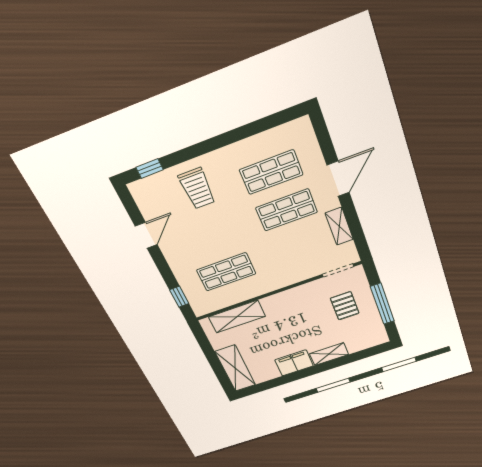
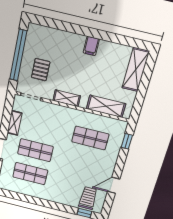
trolley: (197, 188) -> (88, 198), moved
window: (382, 304) -> (18, 55), width x1.46
shelving: (329, 354) -> (67, 98), moved
filing cabinet: (294, 363) -> (91, 46), width x0.50

